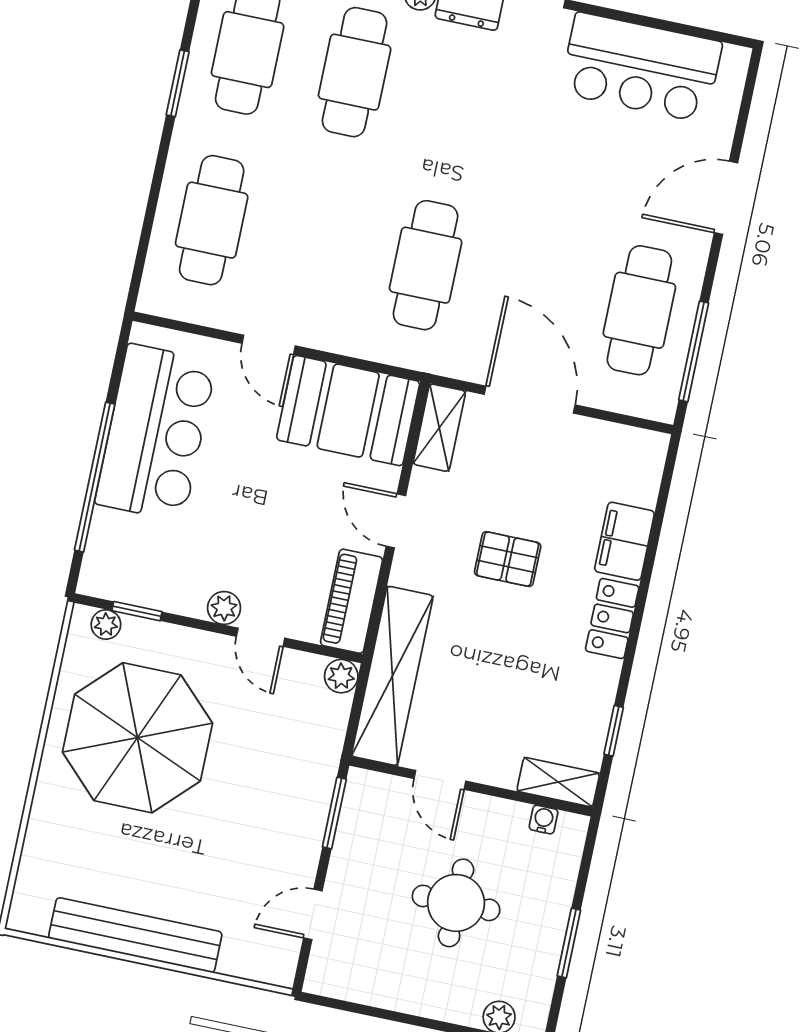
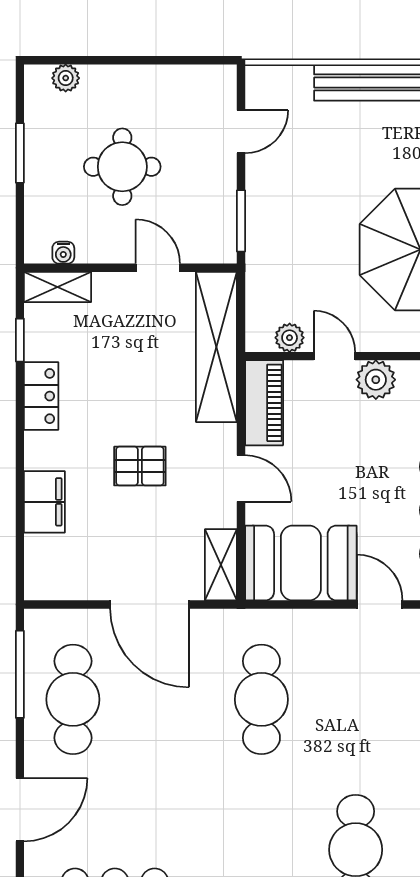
plant: (224, 608) -> (376, 380), width x1.38, depth x1.38
locker: (612, 618) -> (41, 396), moved
plant: (341, 676) -> (290, 338), moved

